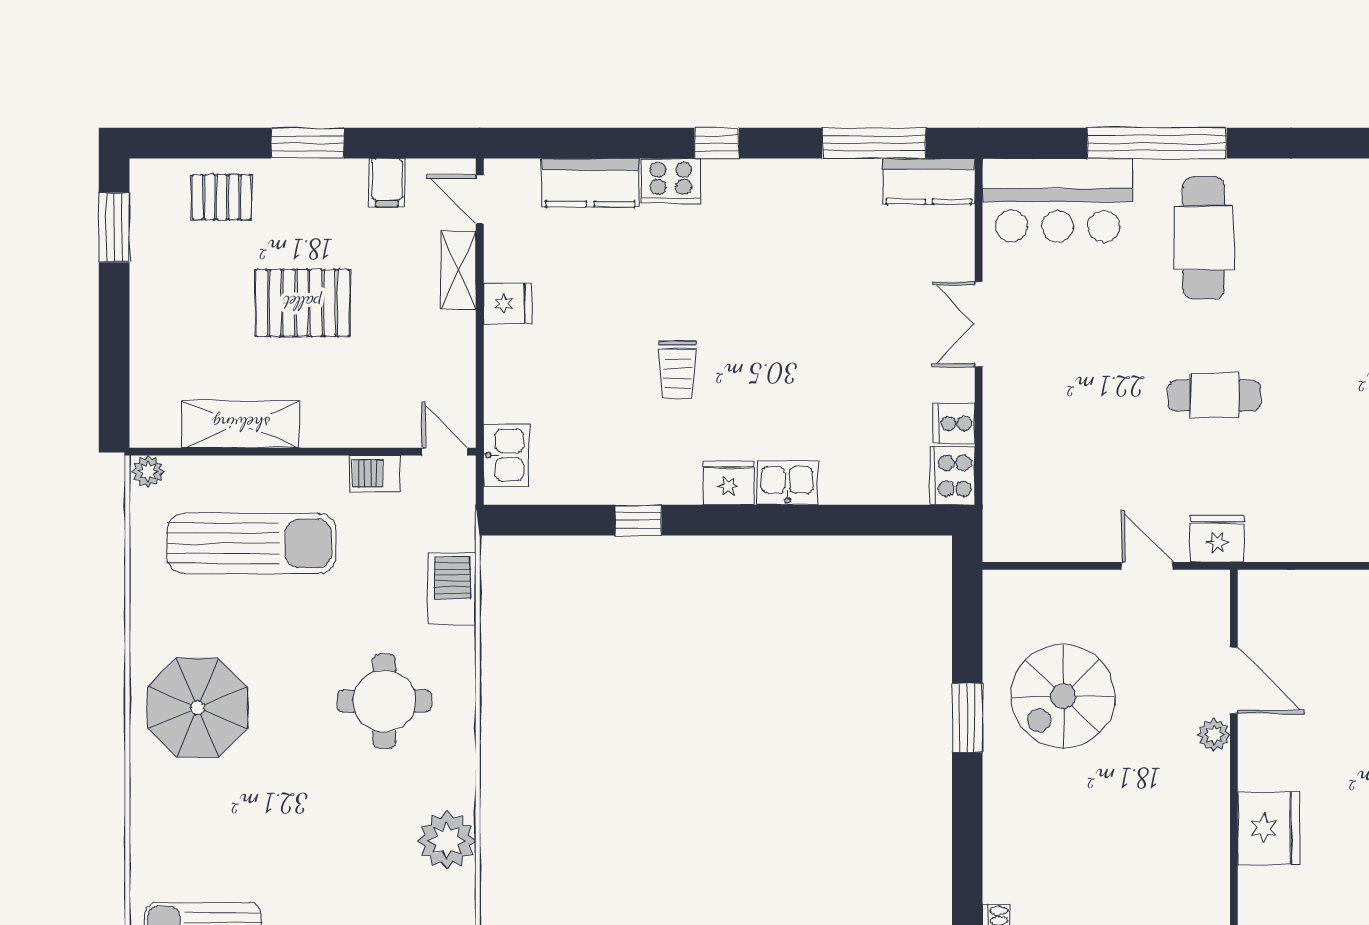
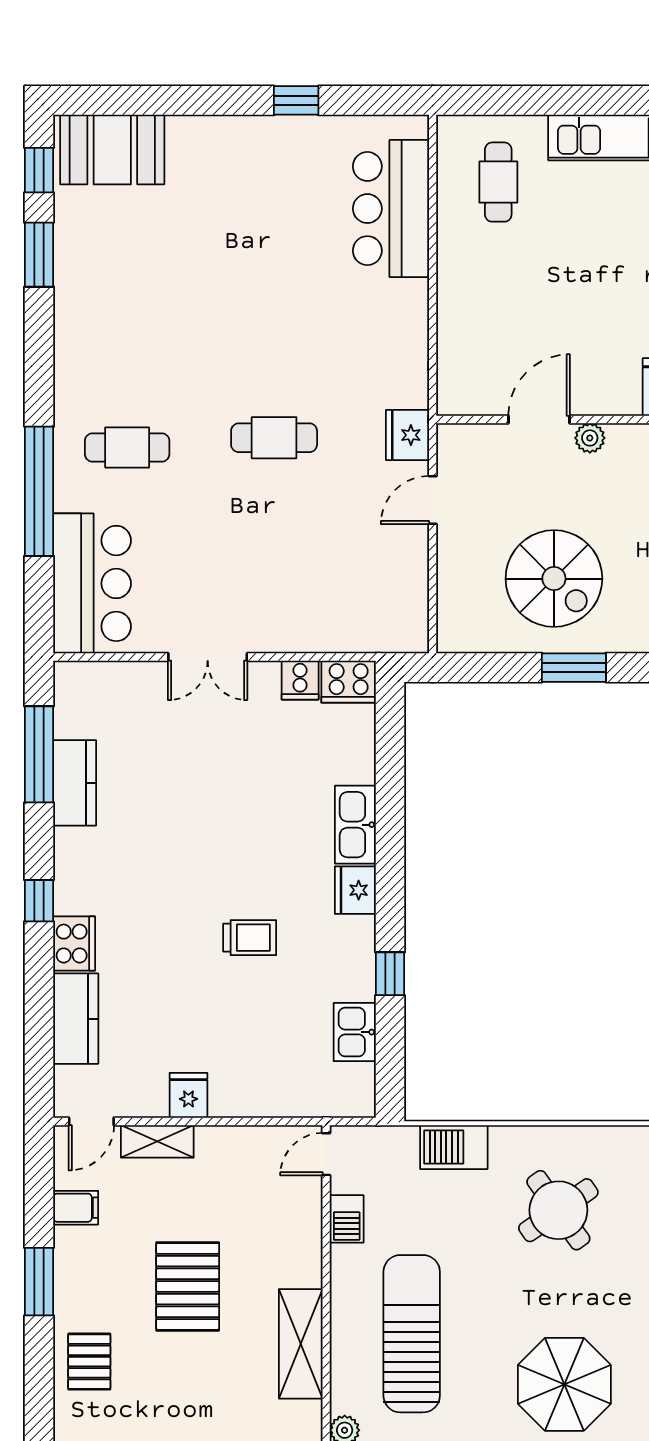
kitchen counter: (929, 181) -> (75, 783), moved
cafe table: (1204, 238) -> (127, 447), width x0.73, depth x0.74
cafe table: (1214, 396) -> (274, 438), turned 90
kitchen sink: (506, 455) -> (355, 1032), moved, turned -90
kitchen sink: (787, 483) -> (355, 825), width x1.38
round table: (384, 701) -> (558, 1210), turned -35

